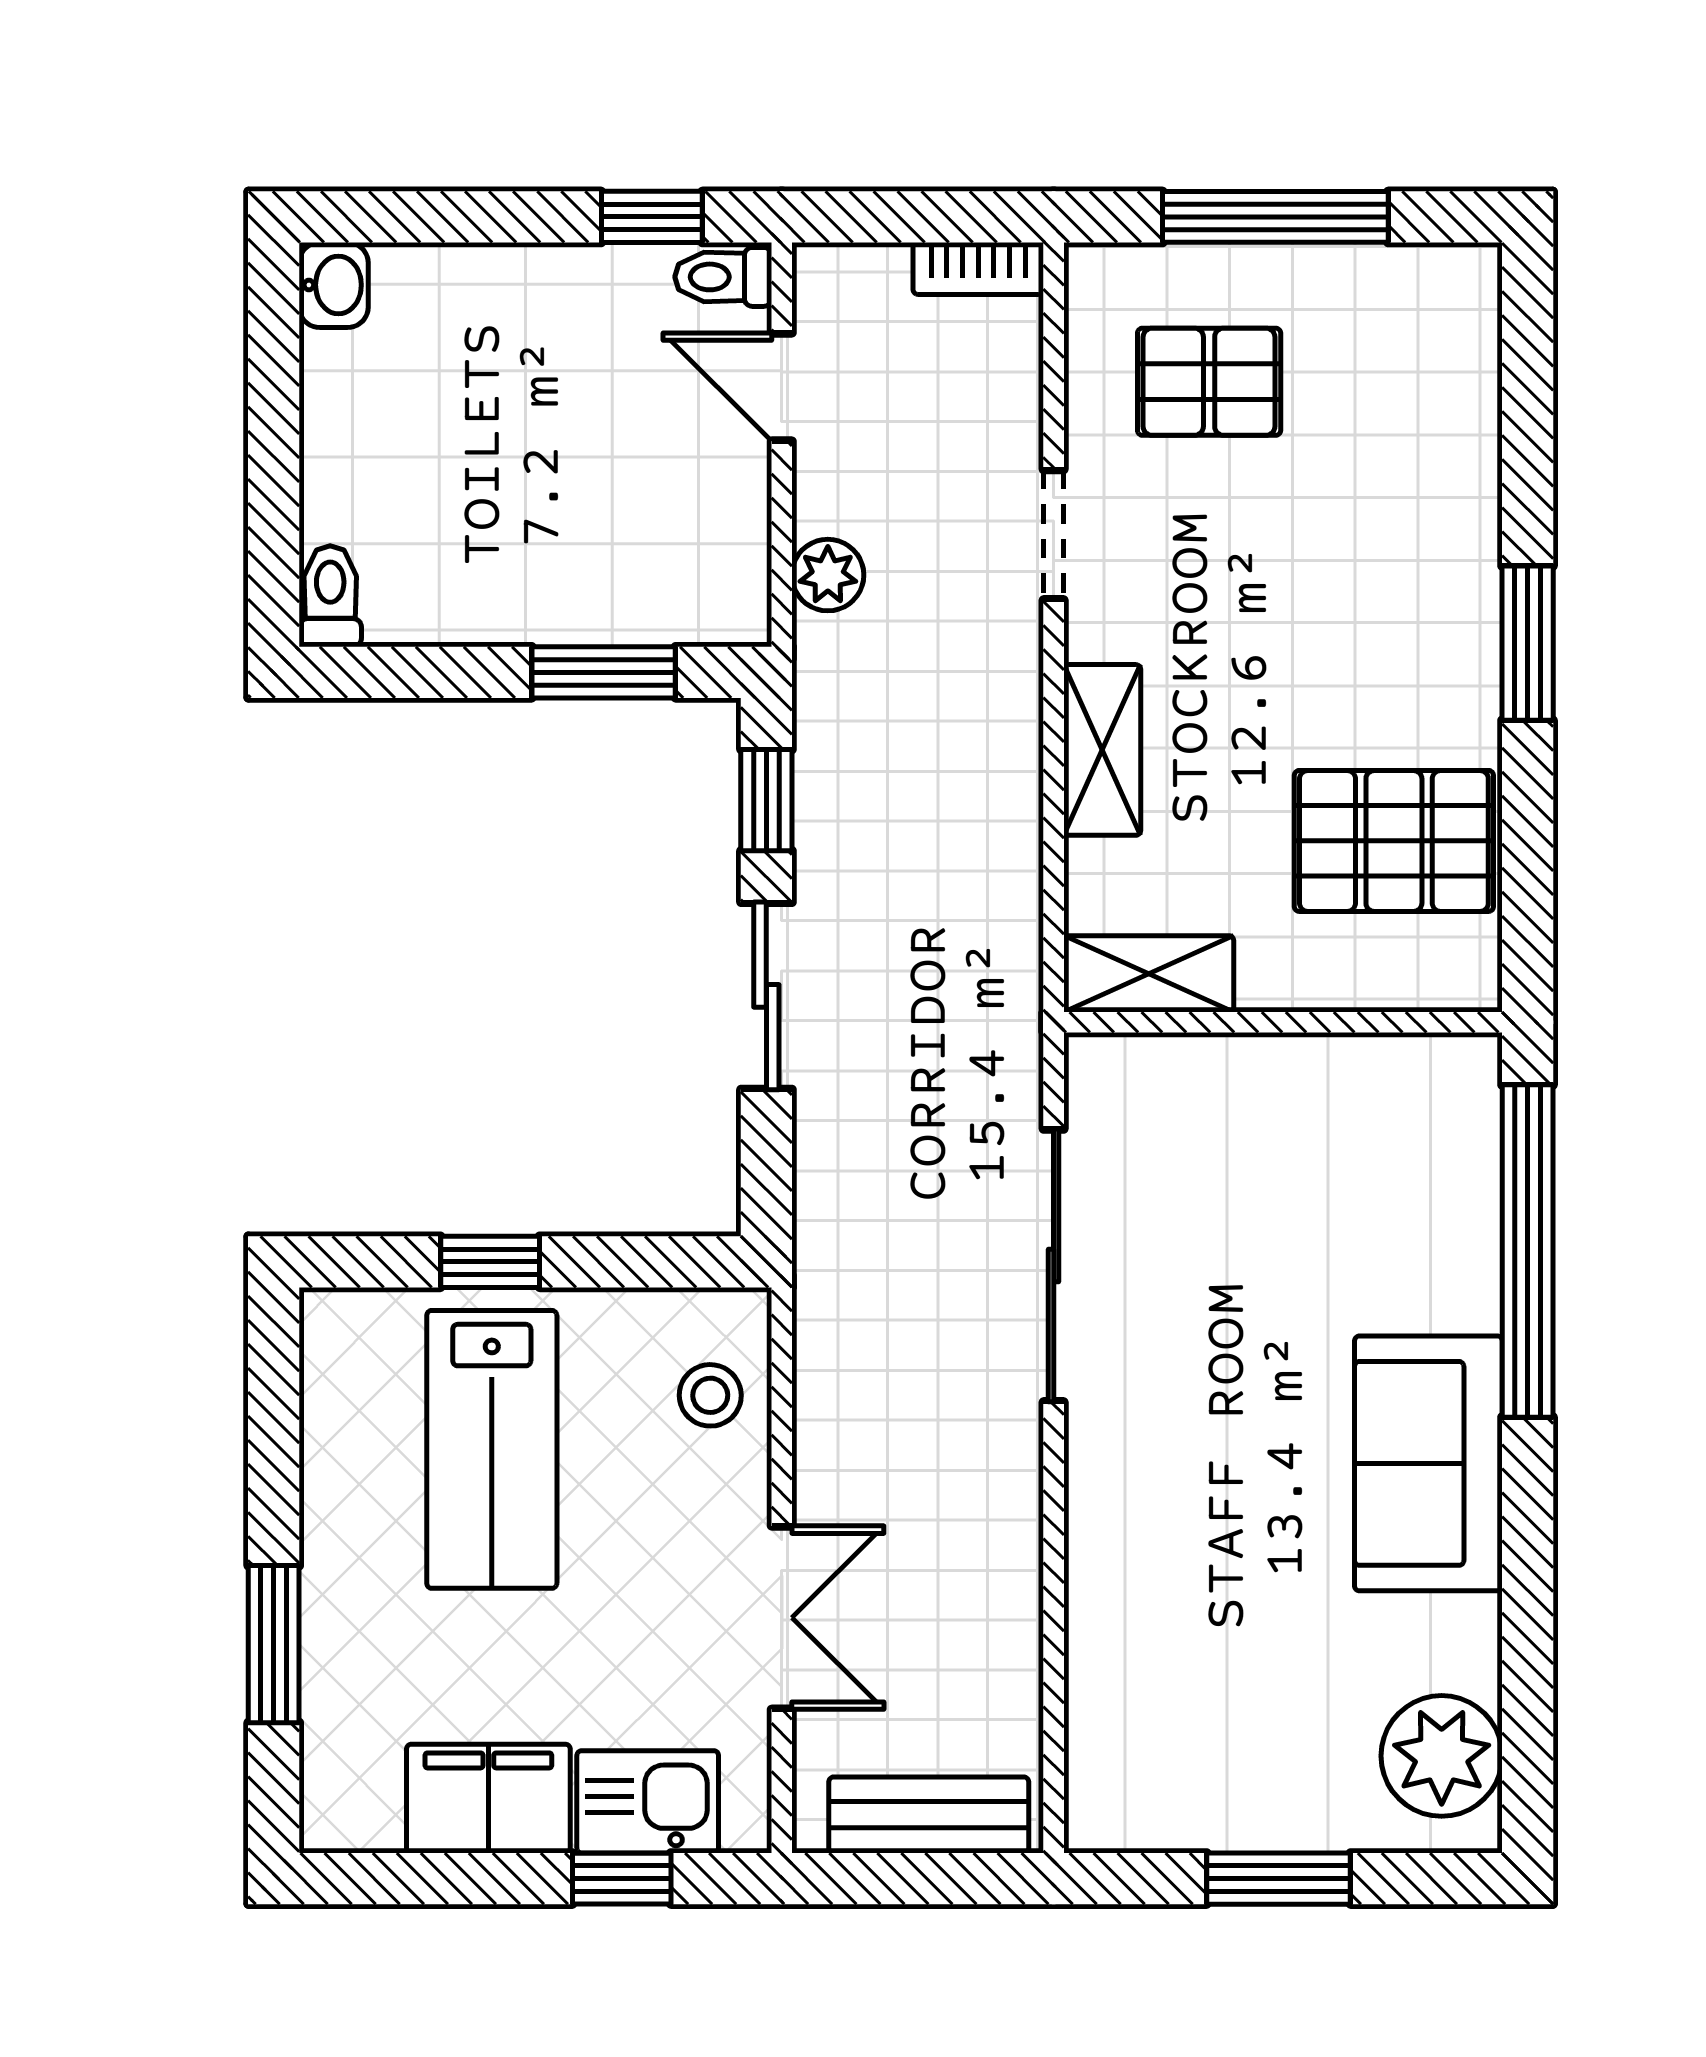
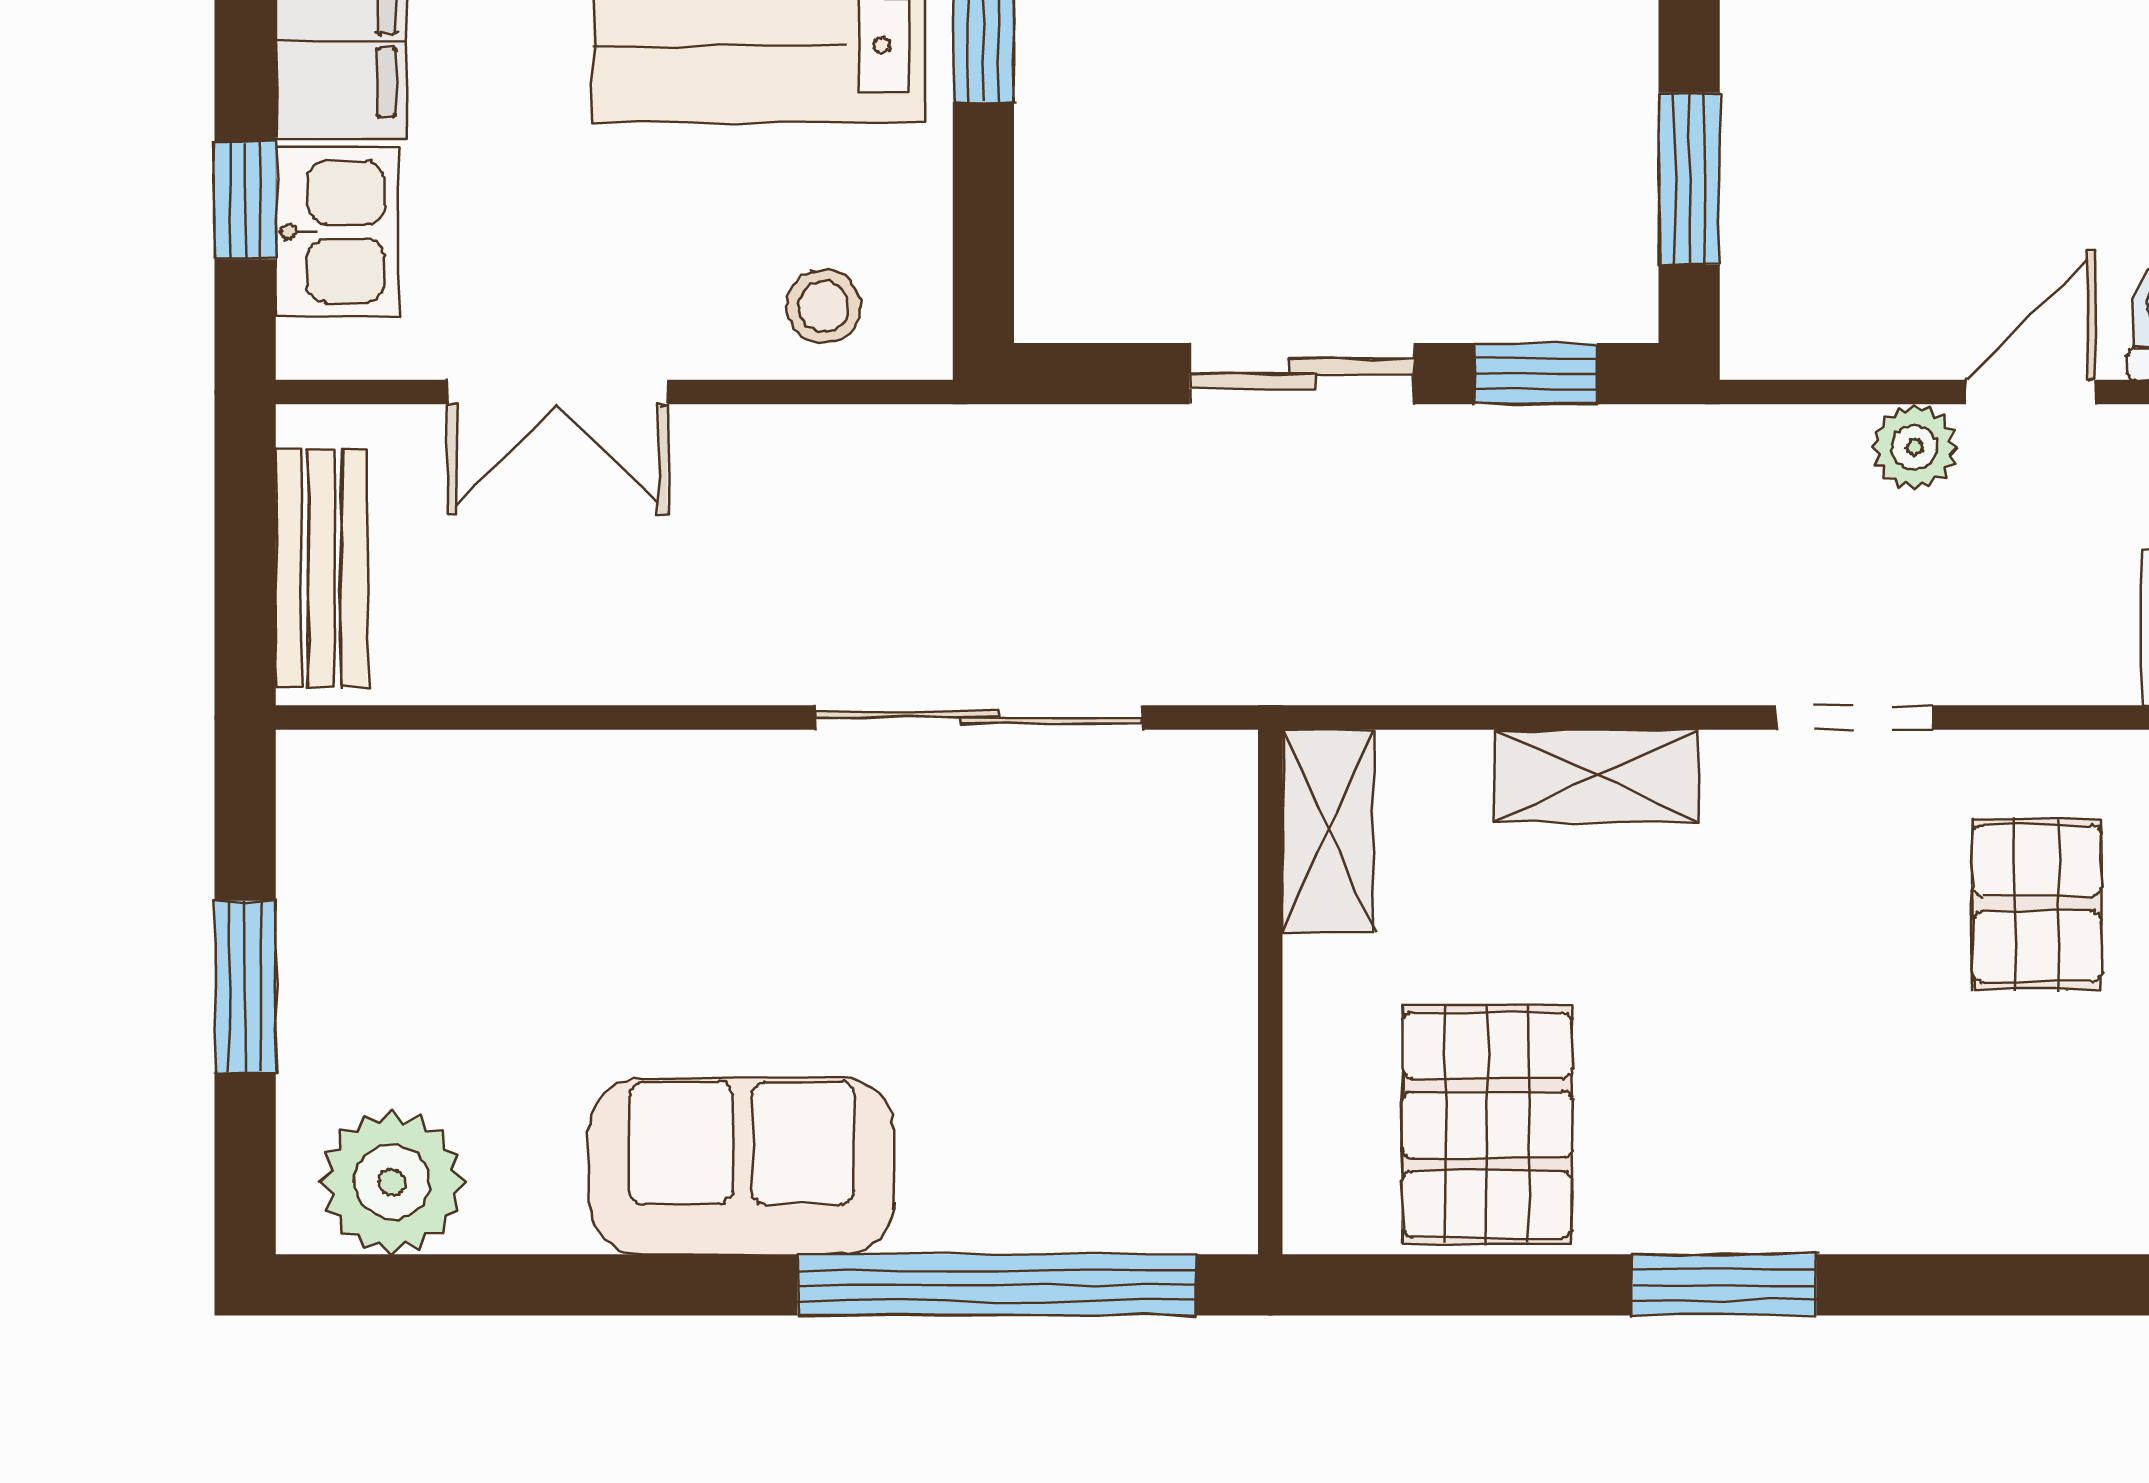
plant: (828, 575) -> (1914, 447), moved

